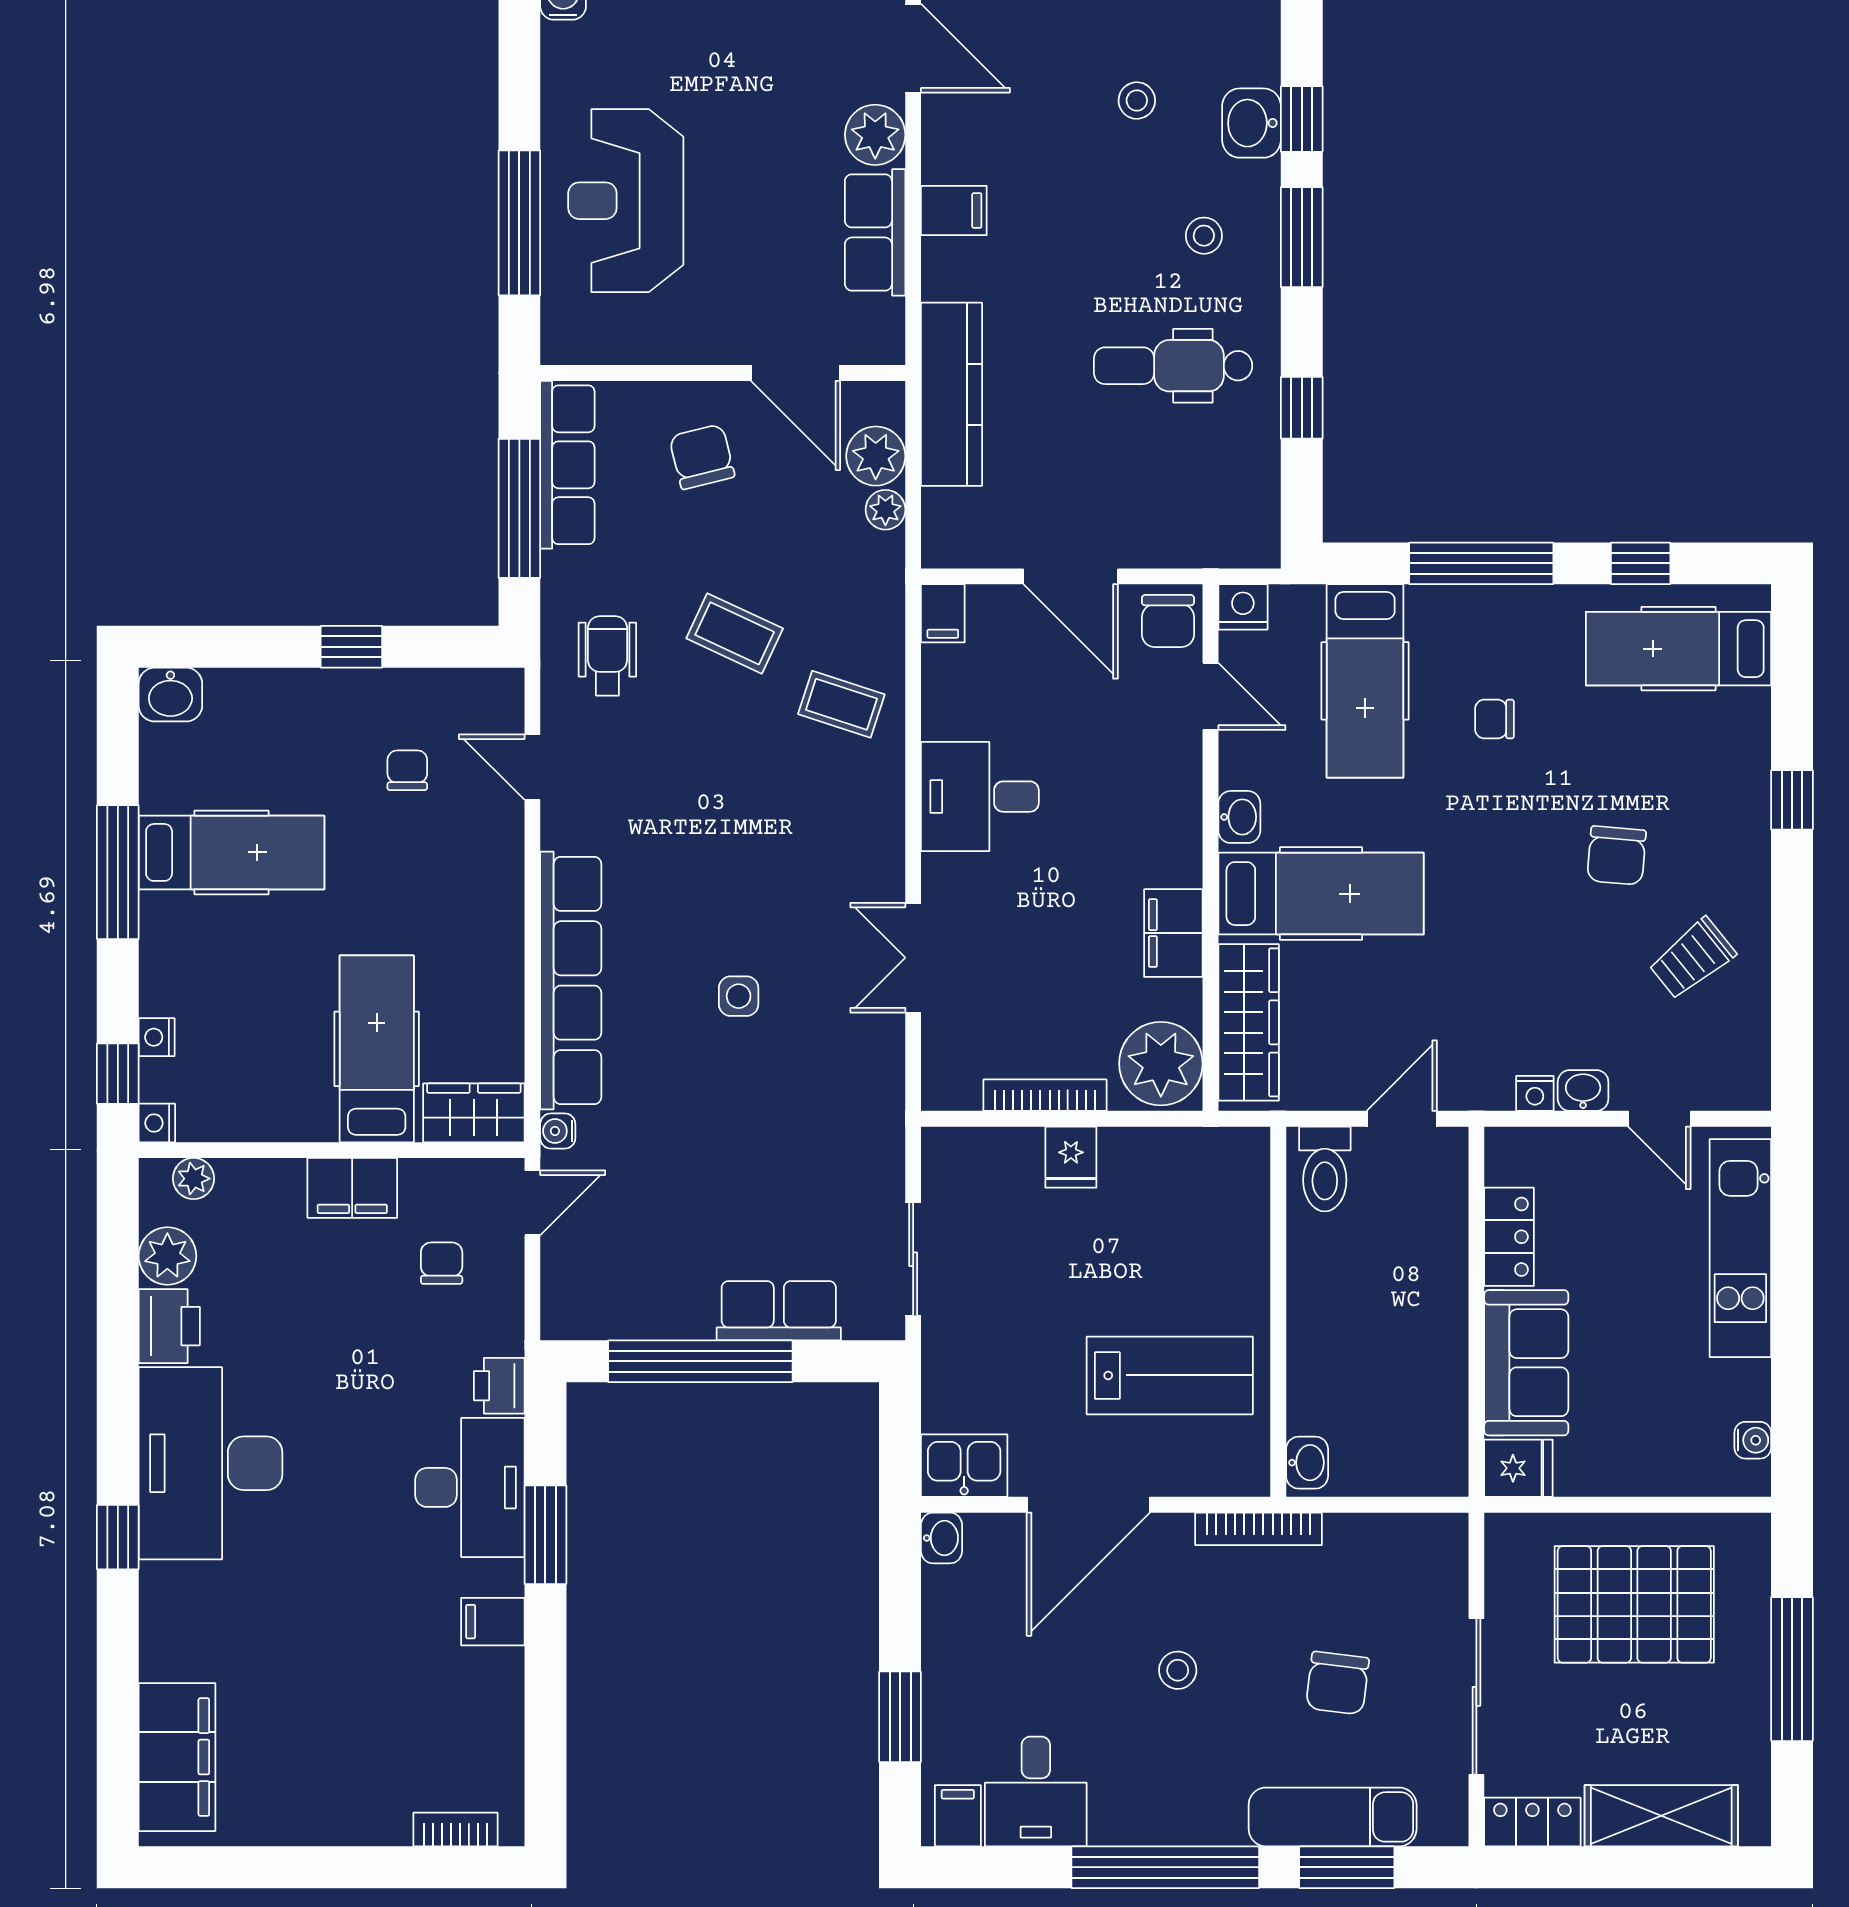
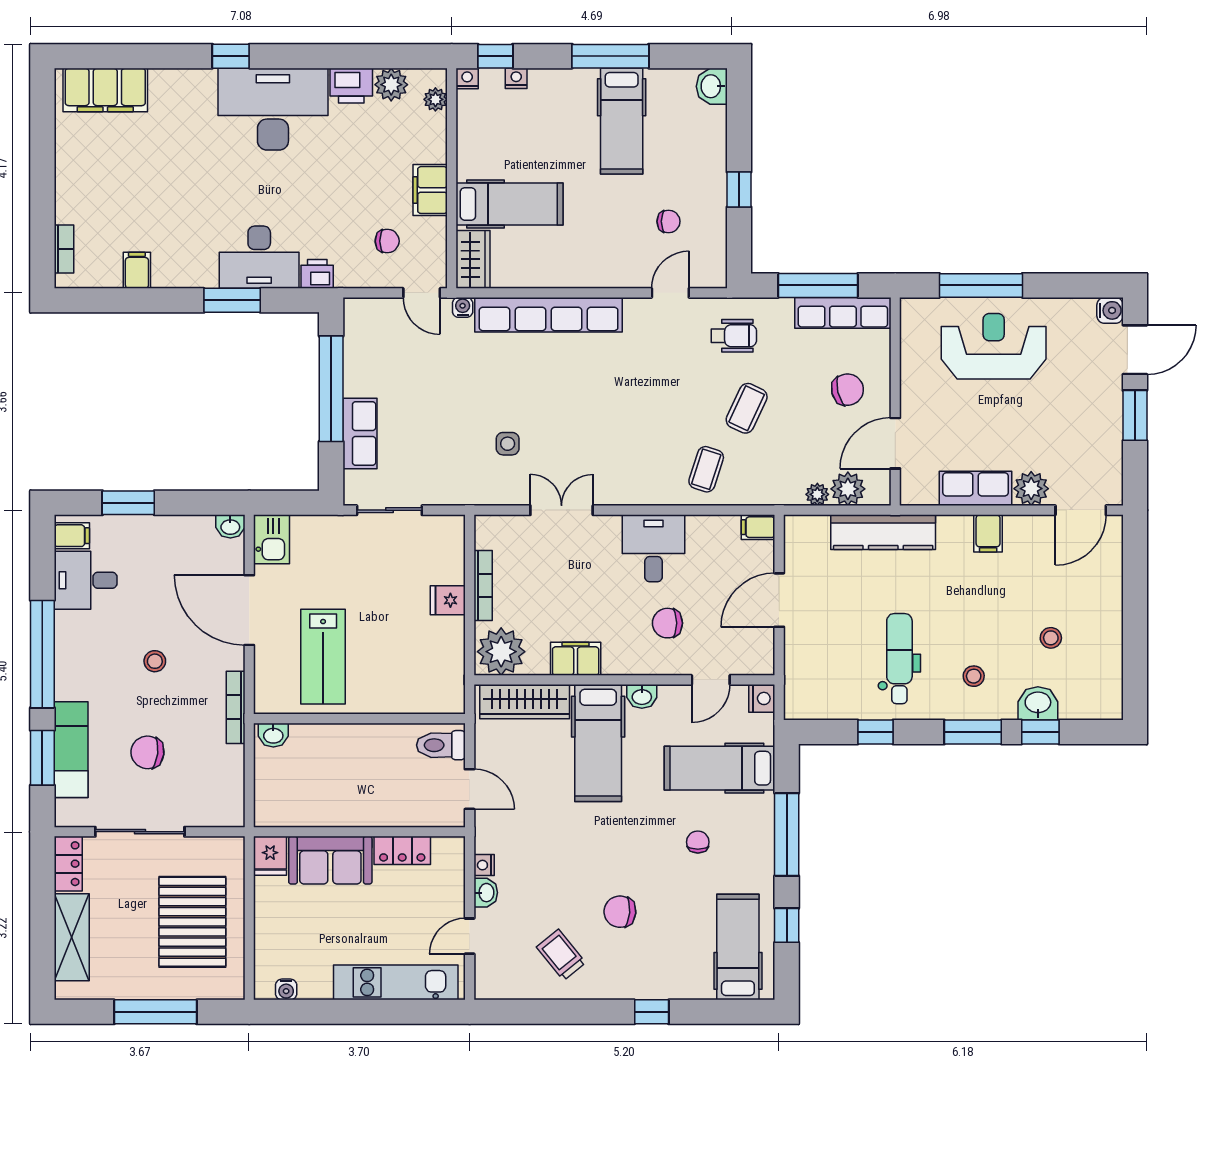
chair: (1168, 621) -> (667, 623), moved
side table: (739, 996) -> (508, 444), moved
filing cabinet: (493, 1622) -> (137, 270), moved

